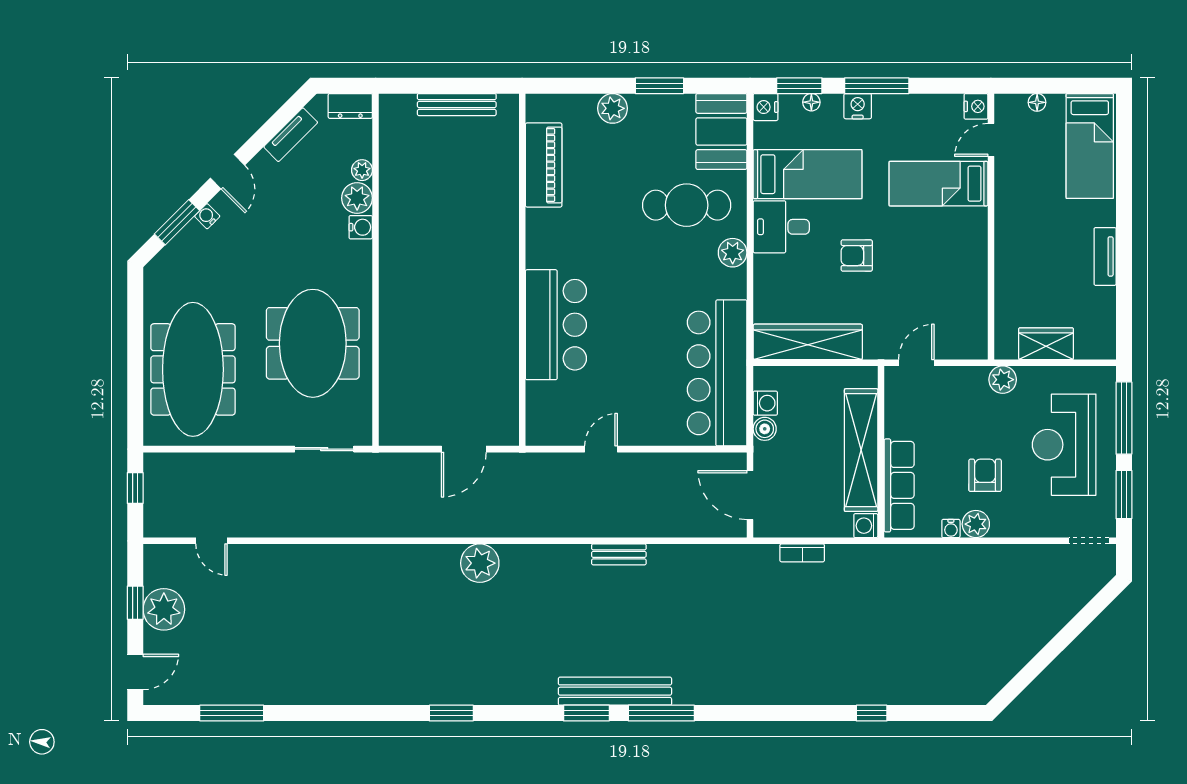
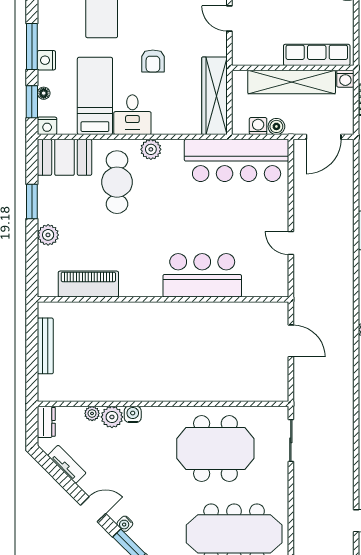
shelving: (861, 450) -> (292, 82), moved
wall: (881, 452) -> (293, 68), moved
row of seats: (899, 485) -> (317, 55), moved
washing machine: (866, 526) -> (345, 79), moved

